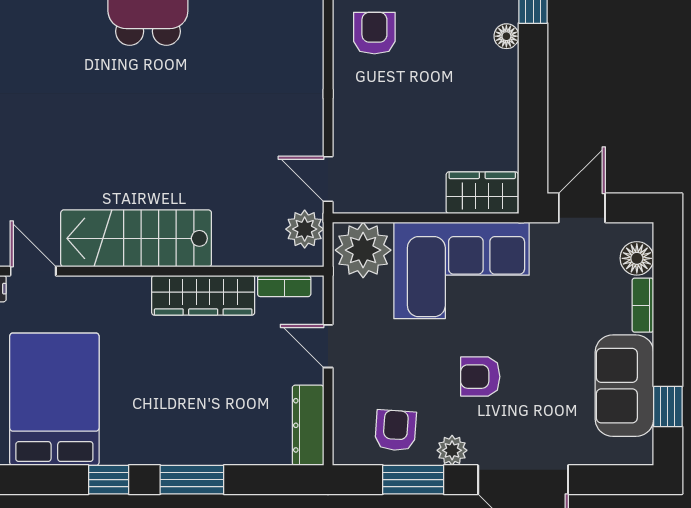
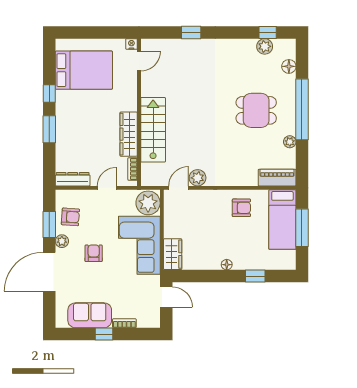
floor lamp: (506, 36) -> (227, 265), moved
plant: (305, 229) -> (198, 178), moved
stairs: (136, 238) -> (153, 130), moved
floor lamp: (637, 258) -> (144, 321), removed
window: (668, 407) -> (104, 334), moved

